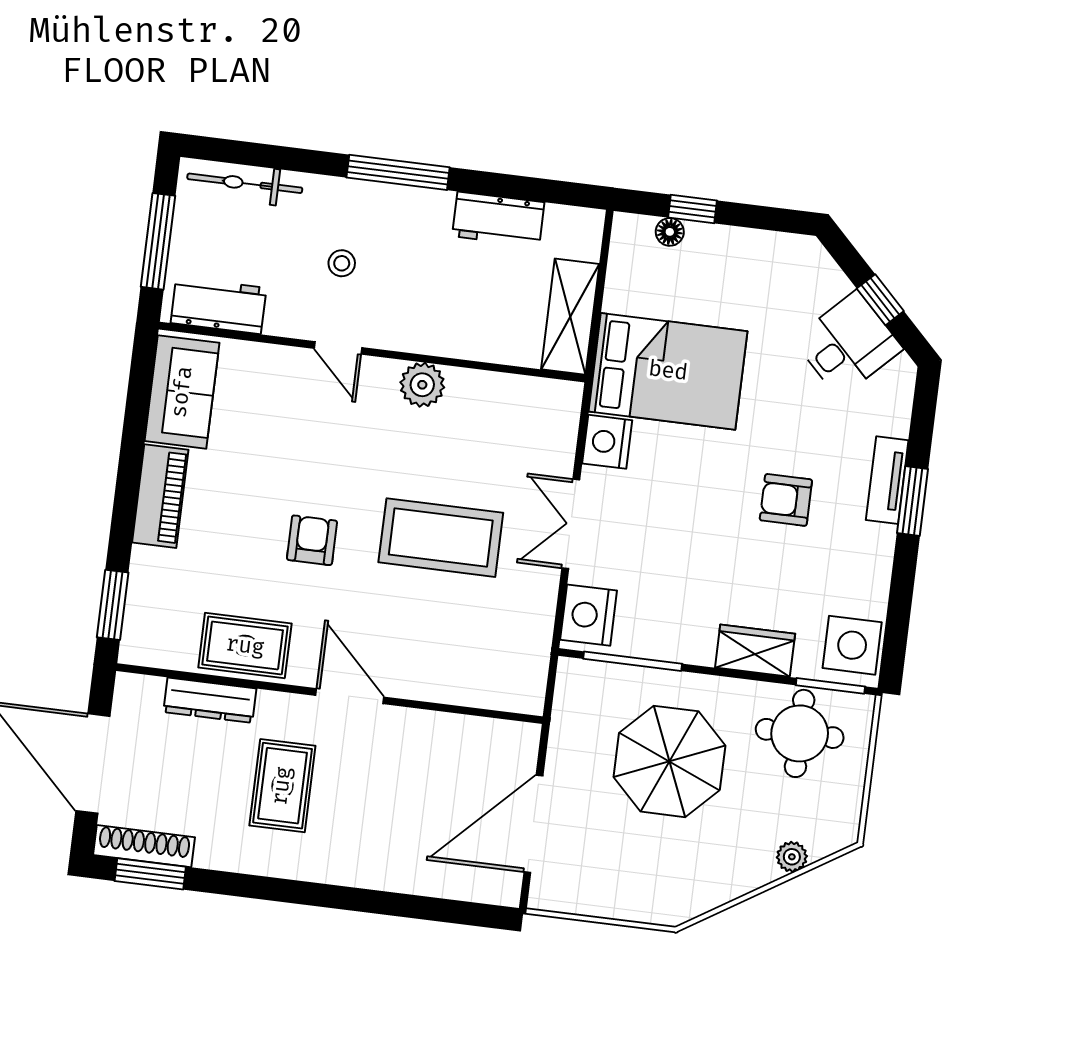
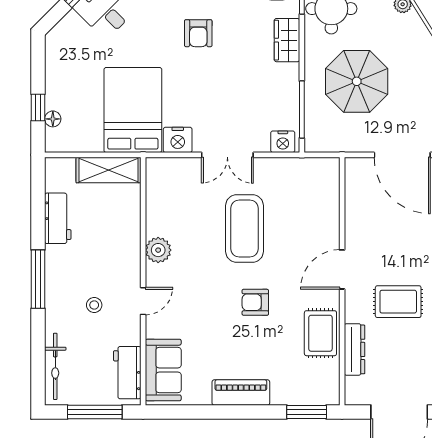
sofa: (182, 392) -> (163, 370), moved, turned 90
nightstand: (589, 615) -> (283, 142), width x0.74, depth x0.75

